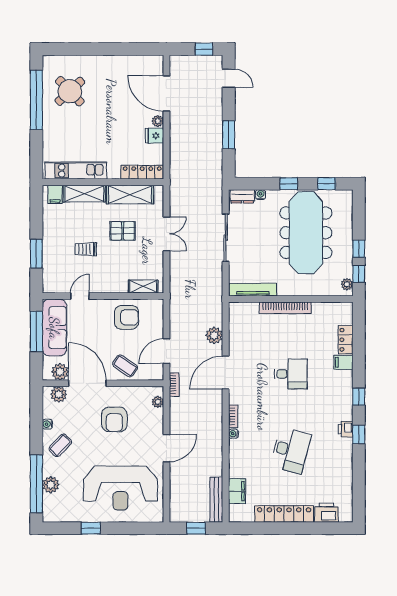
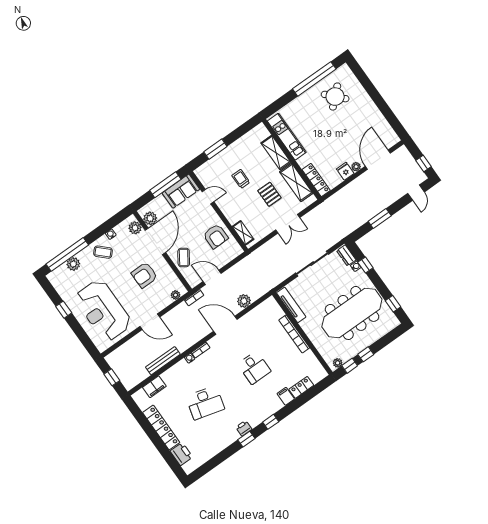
window: (289, 184) -> (365, 265), moved
filing cabinet: (55, 194) -> (262, 134), removed
sofa: (54, 328) -> (181, 191), width x0.73
bench: (216, 500) -> (163, 361), moved

